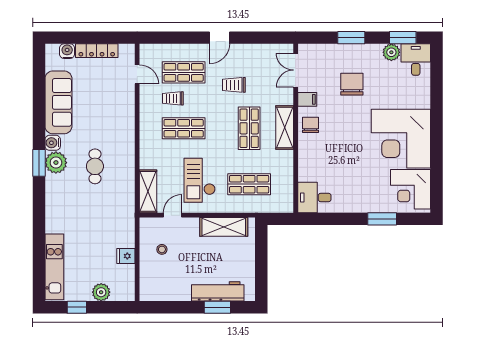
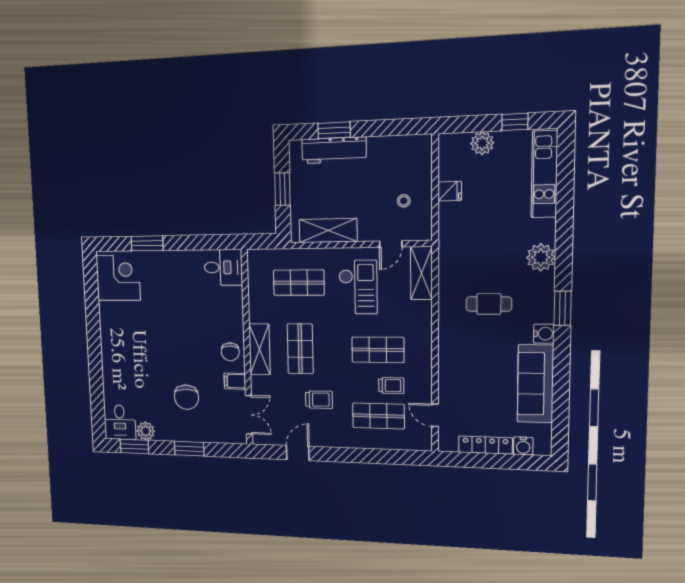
door: (220, 38) -> (298, 453), moved
corner desk: (401, 139) -> (131, 335), removed
plant: (56, 163) -> (541, 257), moved
cafe table: (95, 166) -> (489, 304), turned 90
window: (261, 262) -> (282, 189), added

